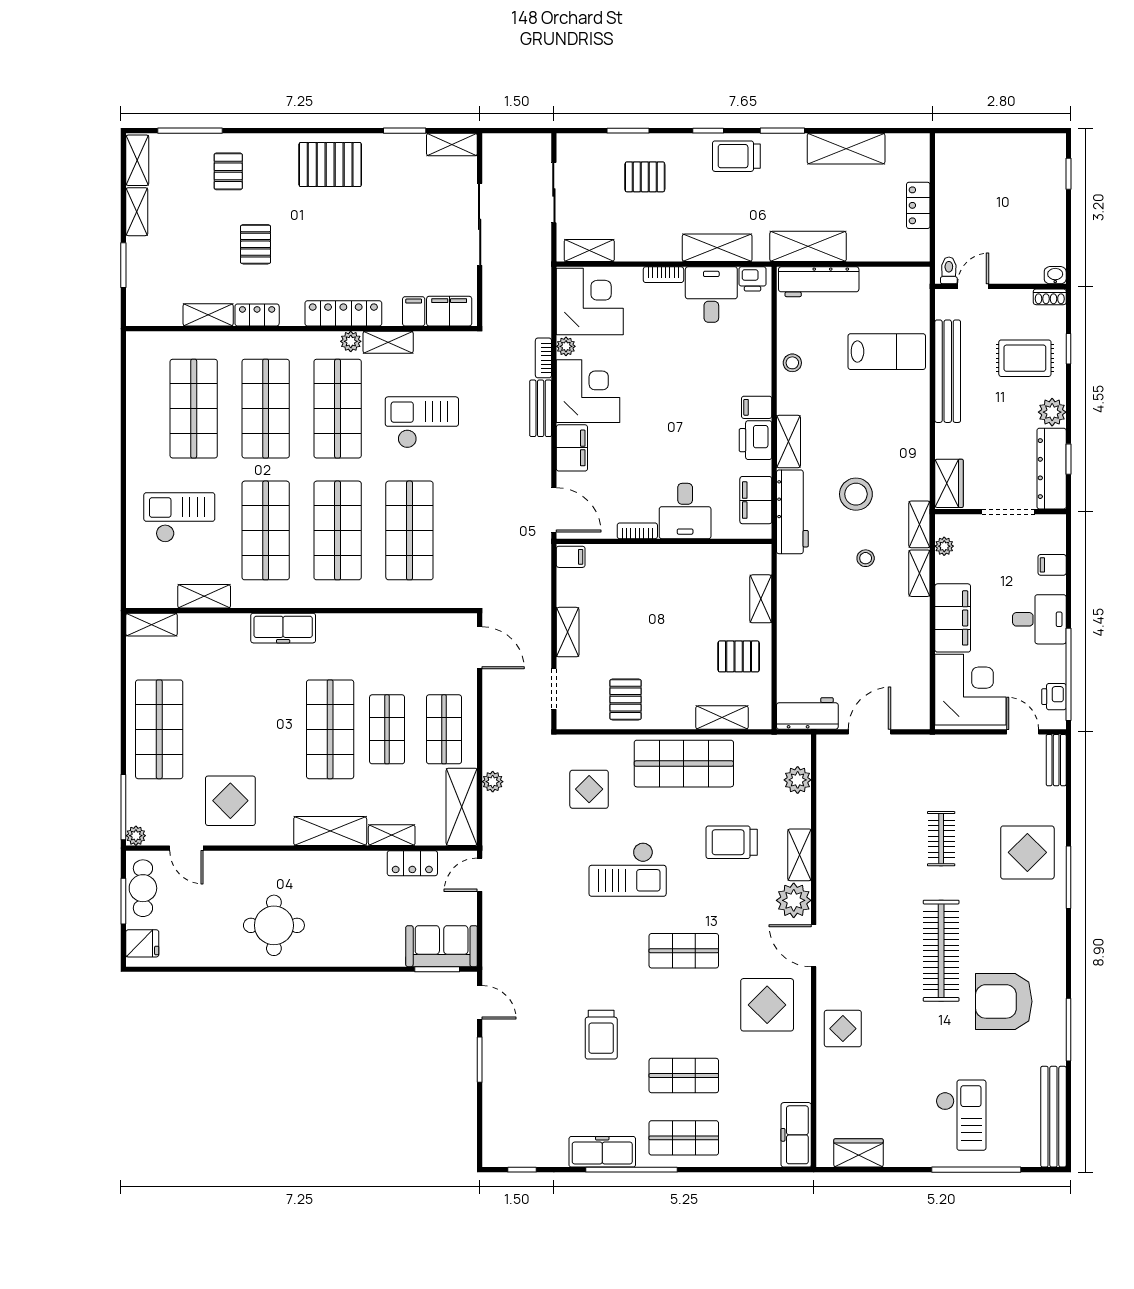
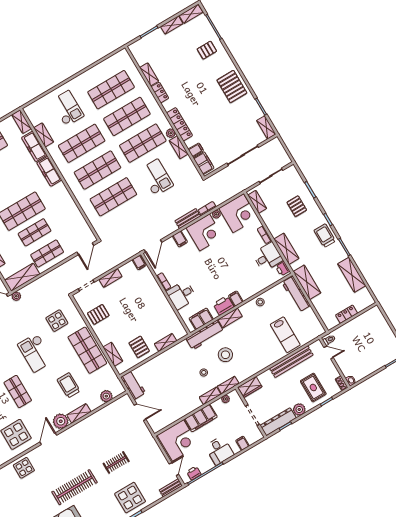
pallet: (255, 244) -> (186, 76), removed
filing cabinet: (572, 448) -> (180, 239), width x0.50
freezer: (216, 628) -> (34, 146), added
plant: (493, 782) -> (16, 296), moved

